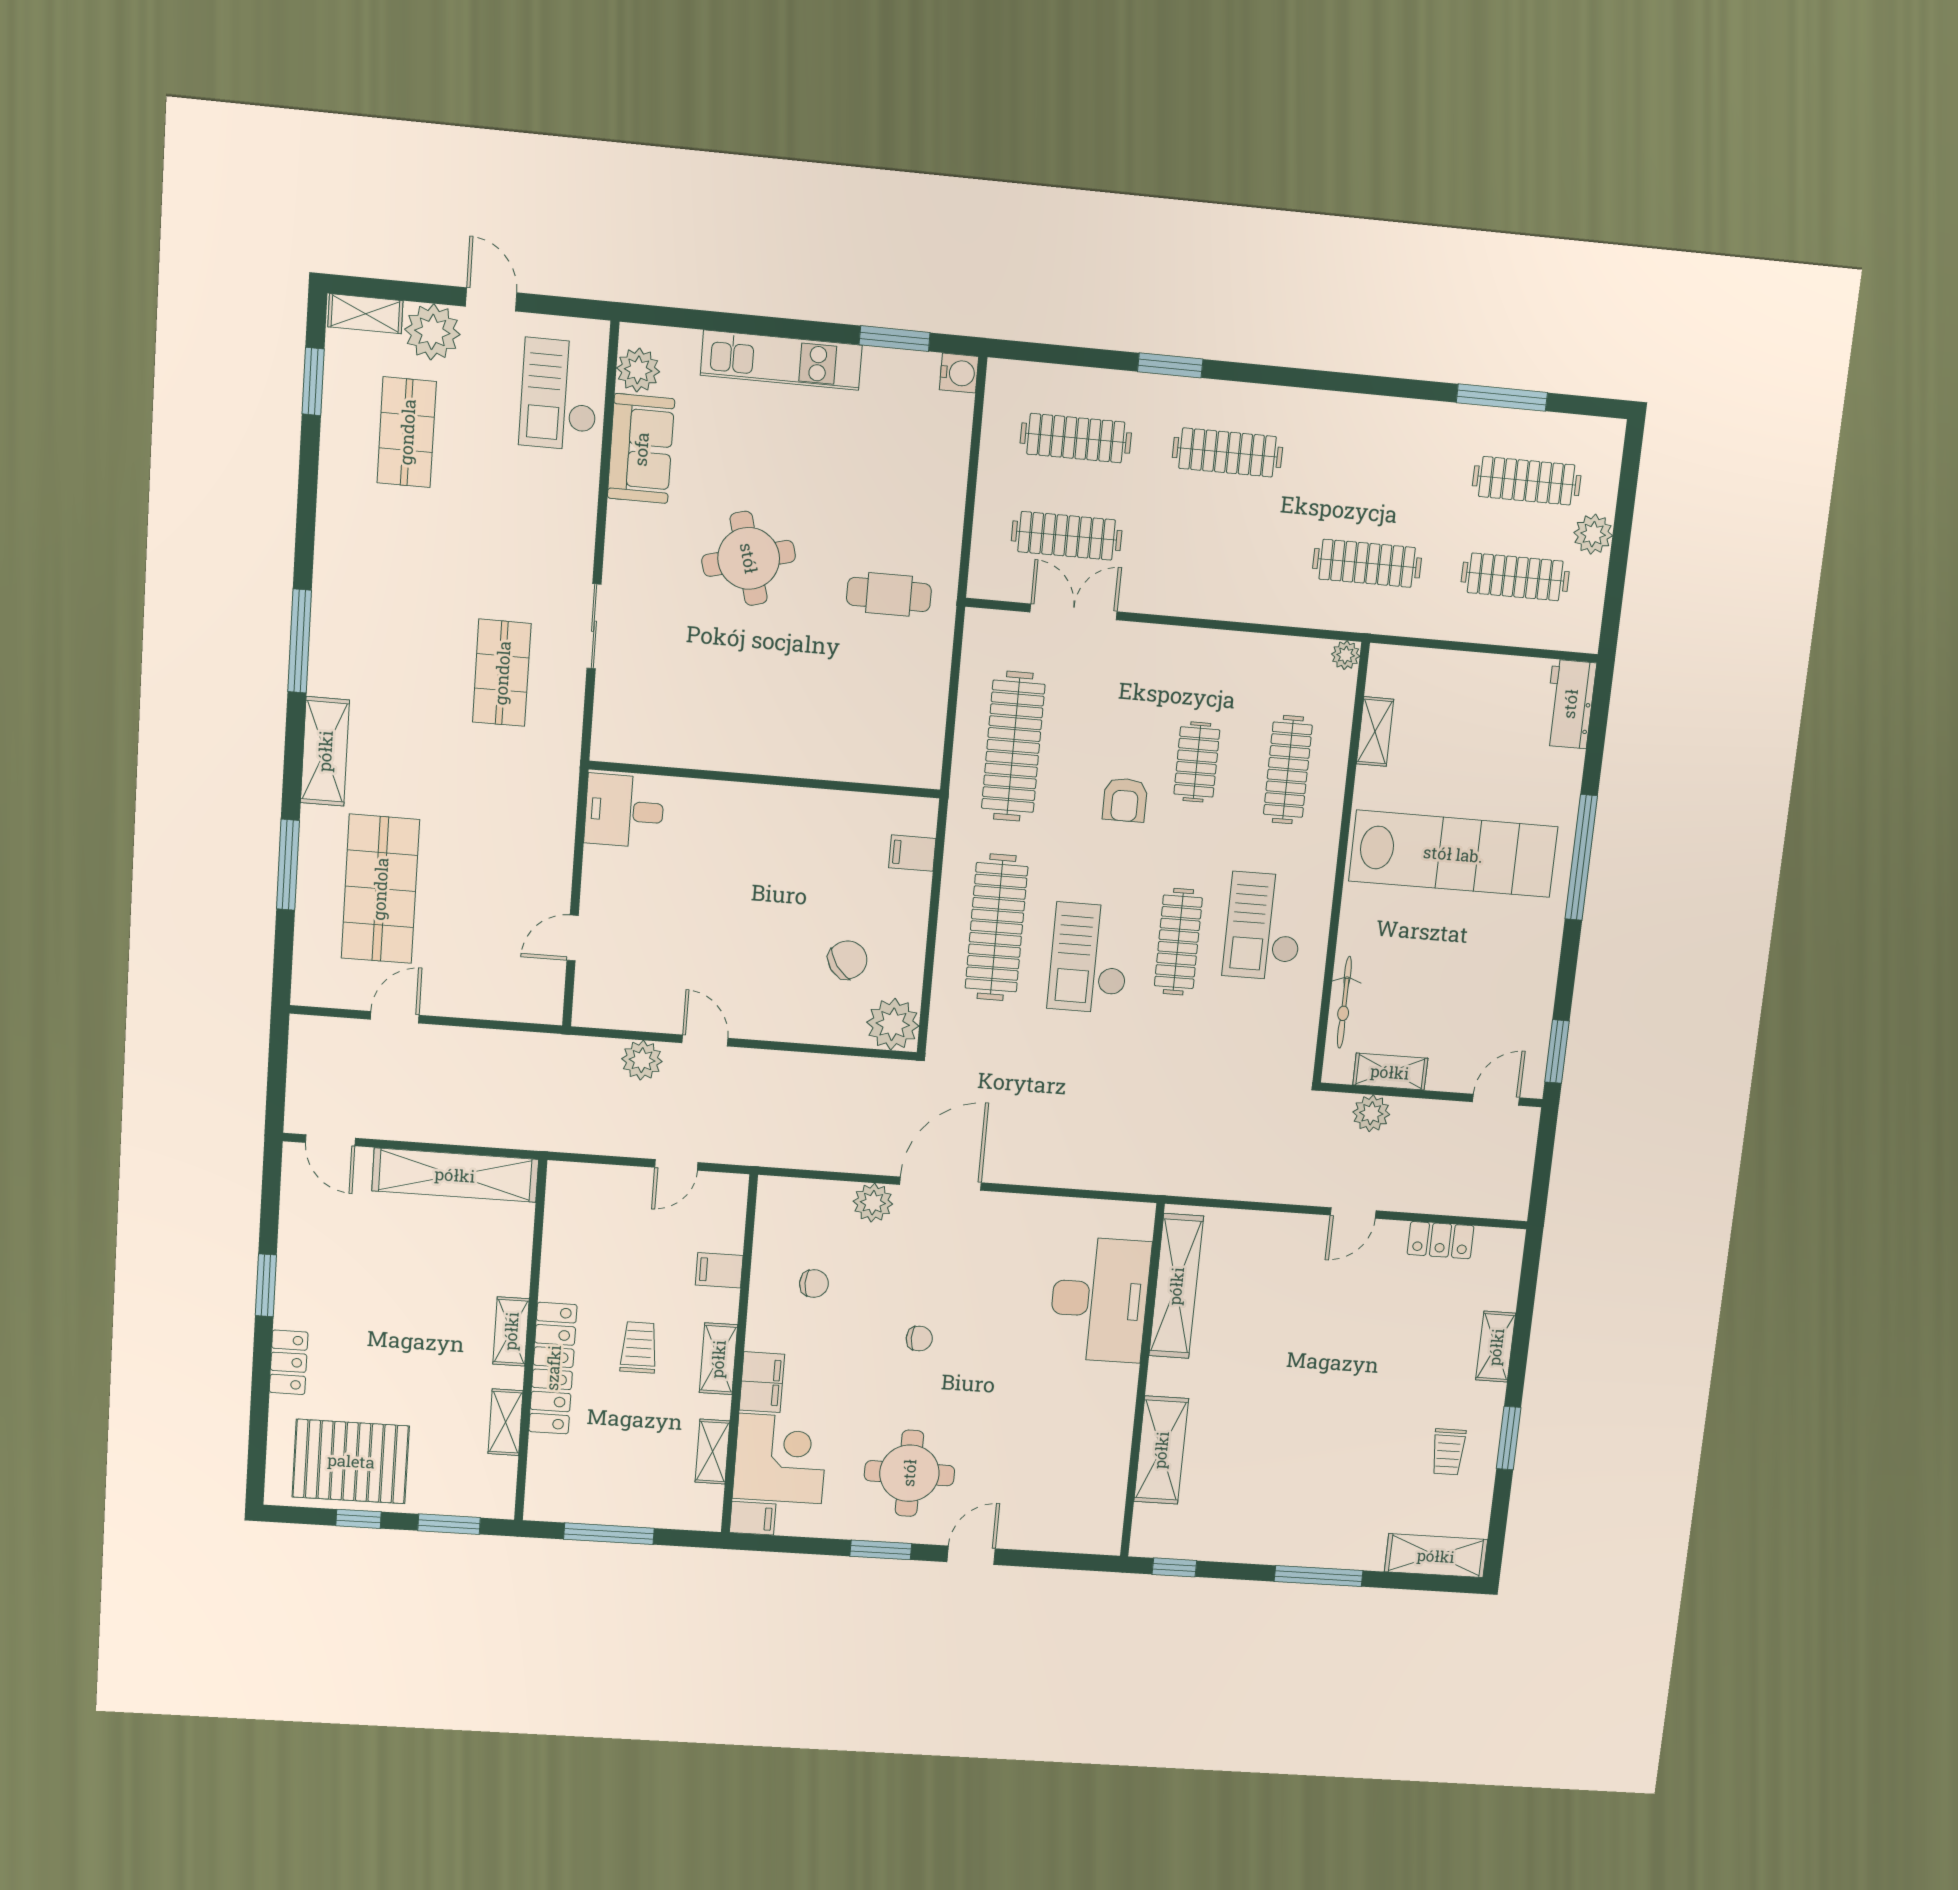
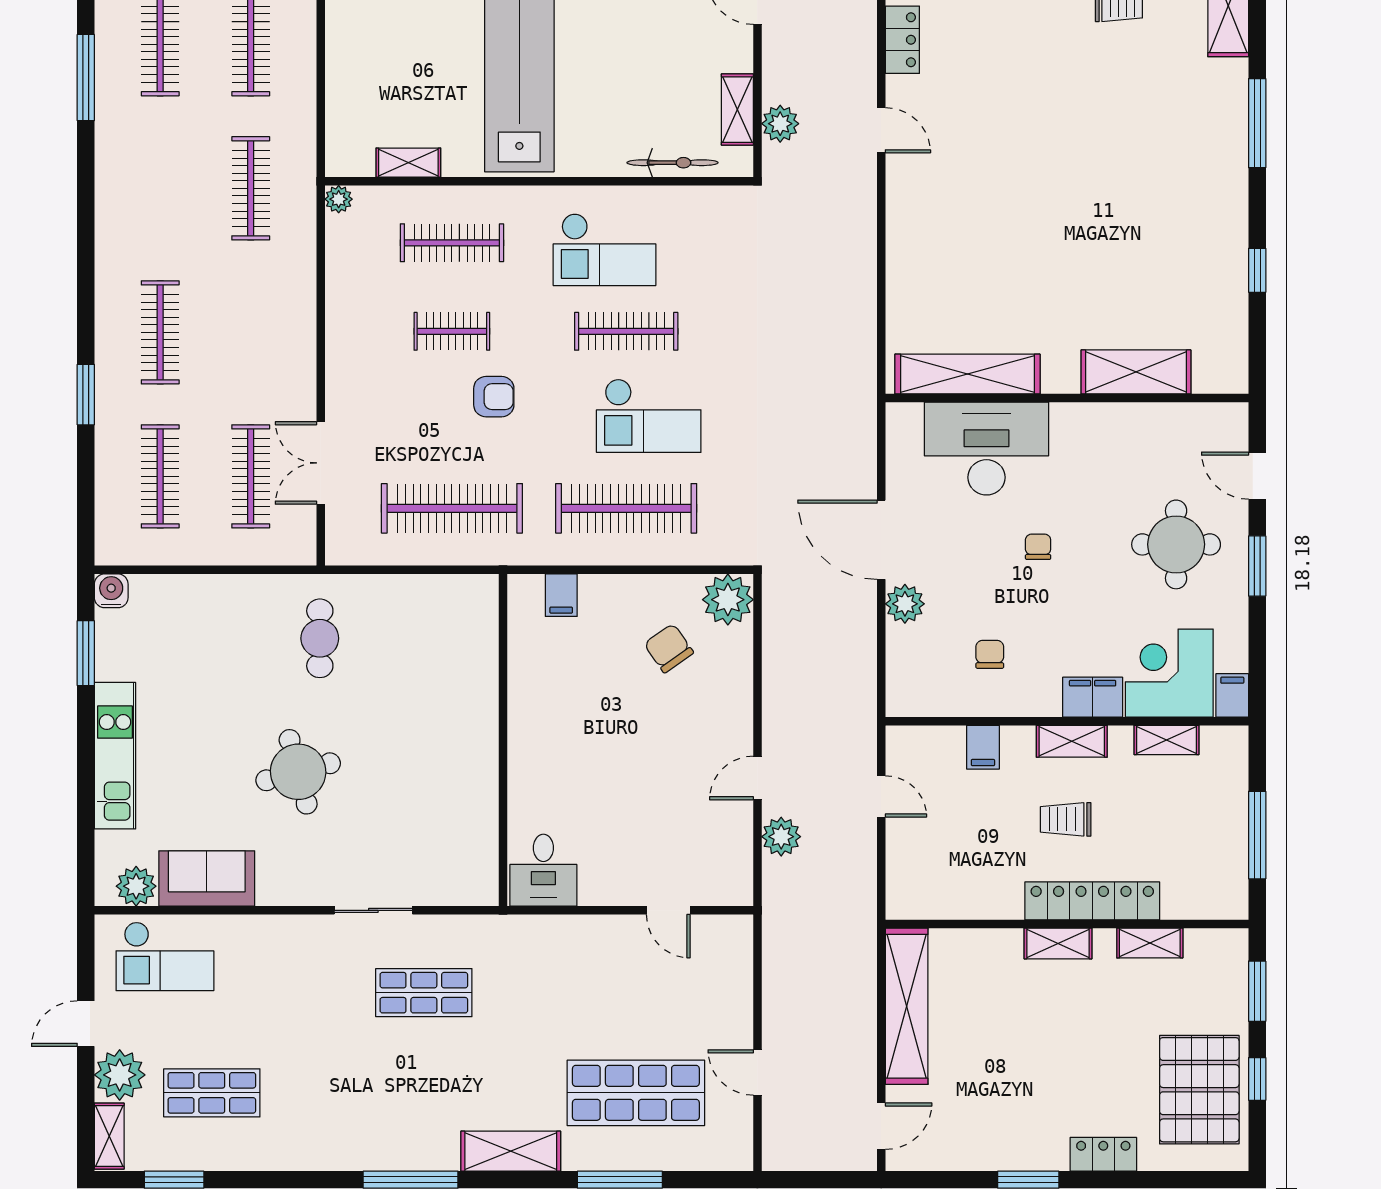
shelving: (1176, 1286) -> (967, 374), moved
desk: (1100, 1300) -> (986, 449), moved
wall: (1142, 1382) -> (1067, 398), moved
shelving: (1161, 1450) -> (1136, 372), moved

